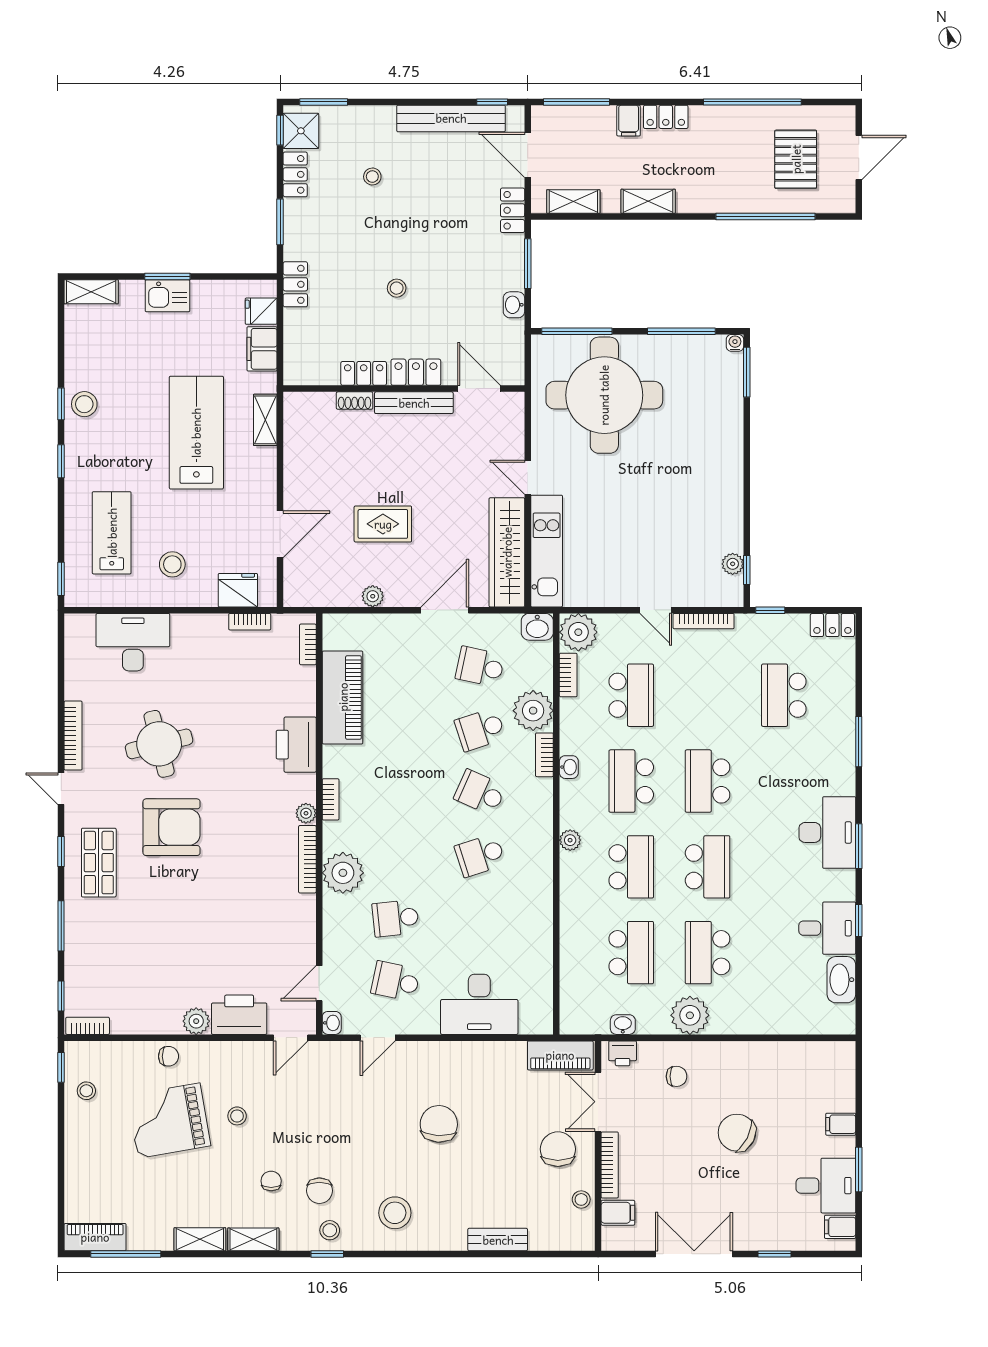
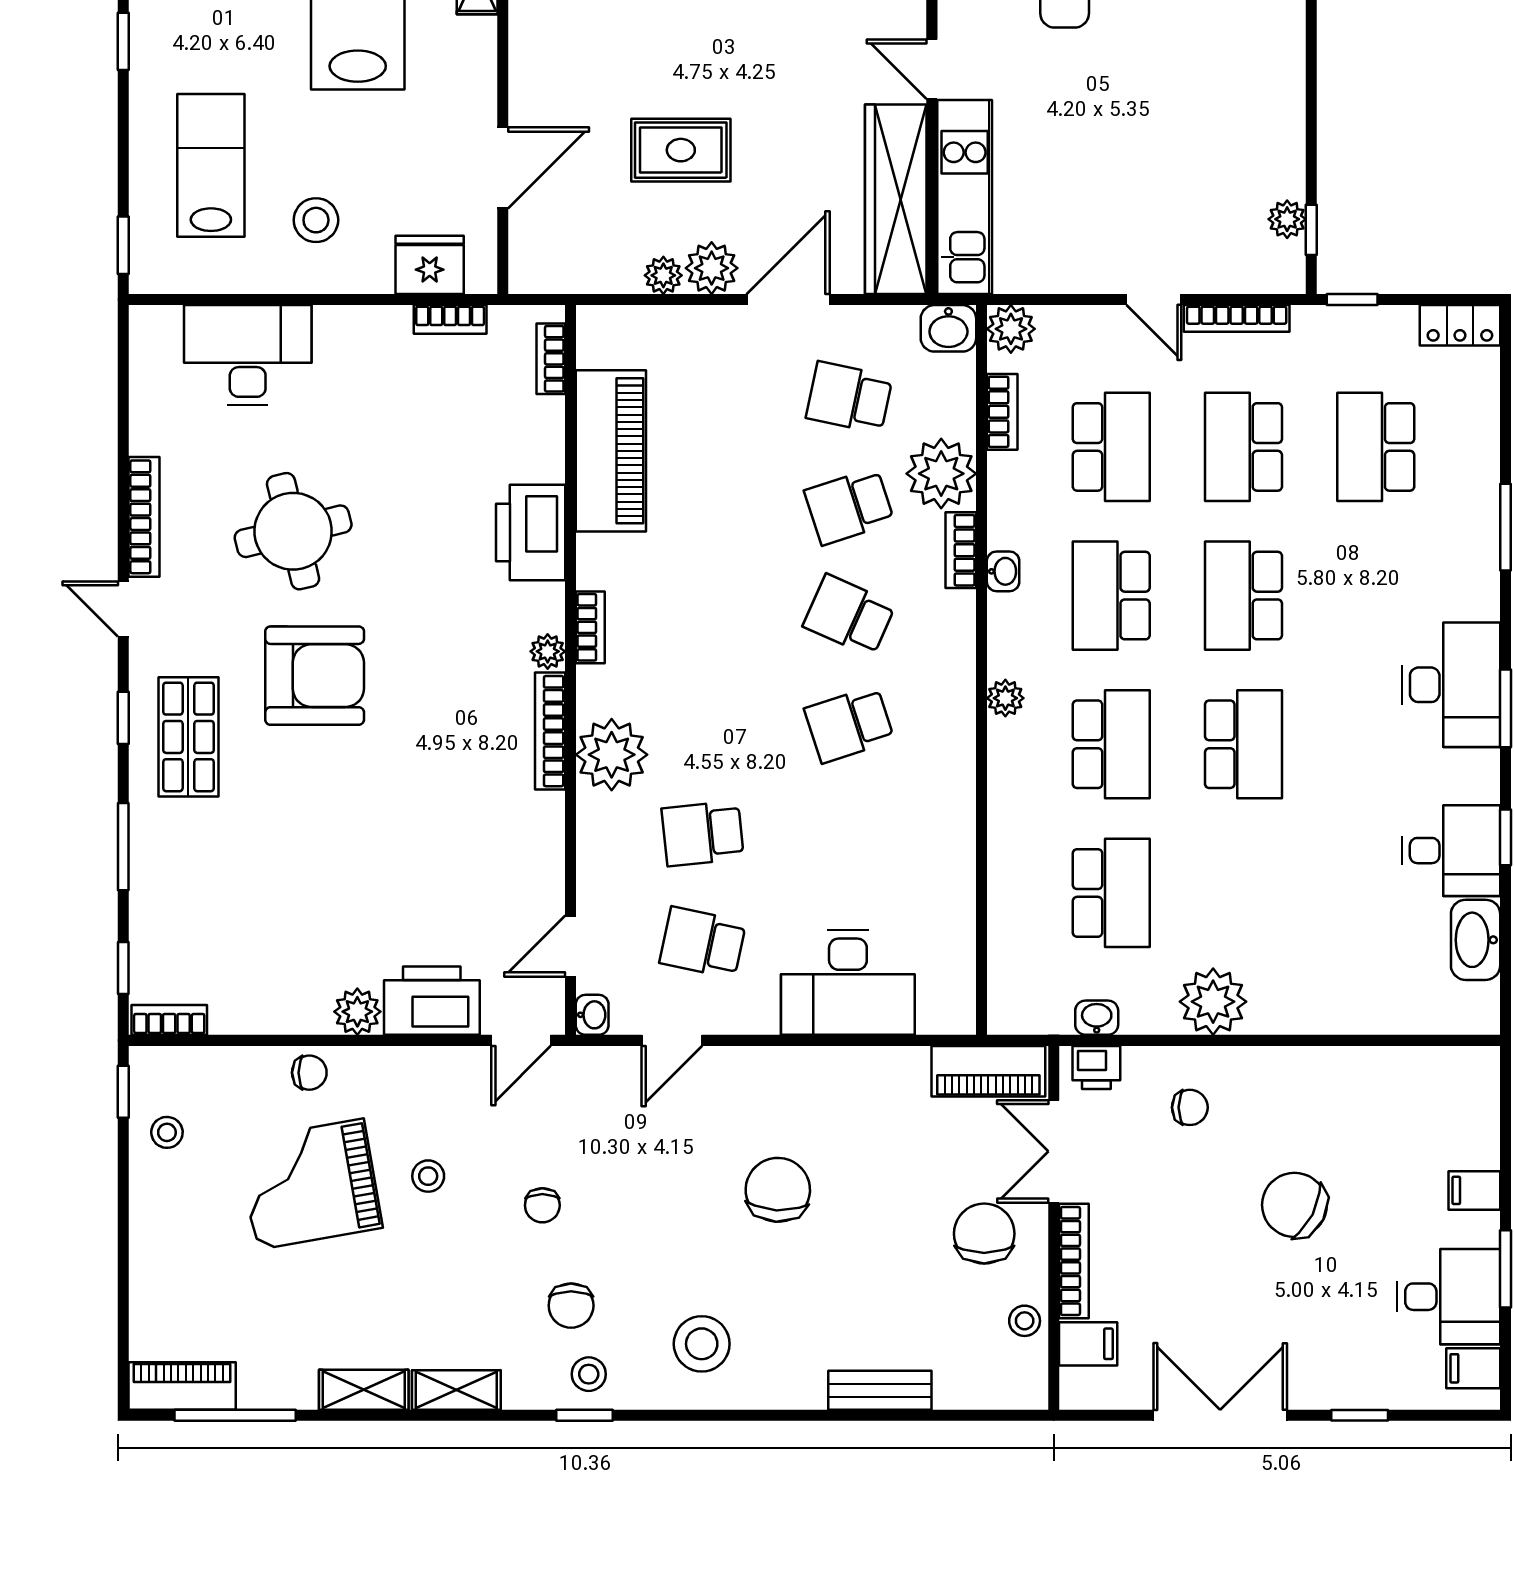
plant: (401, 592) -> (712, 268), added
plant: (578, 632) -> (1011, 329), width x0.73, depth x0.73
school desk: (708, 953) -> (1244, 447), moved
chair: (271, 1181) -> (542, 1205), moved, turned 180

